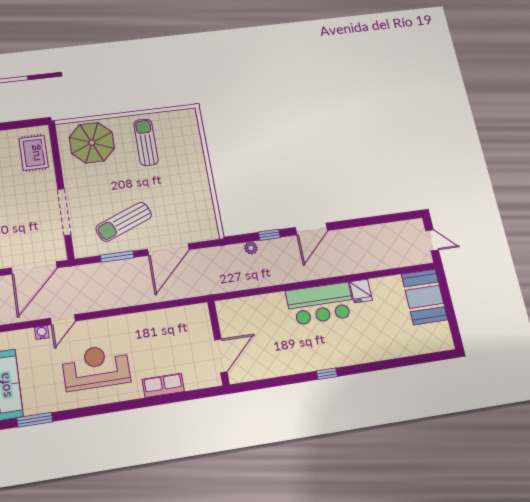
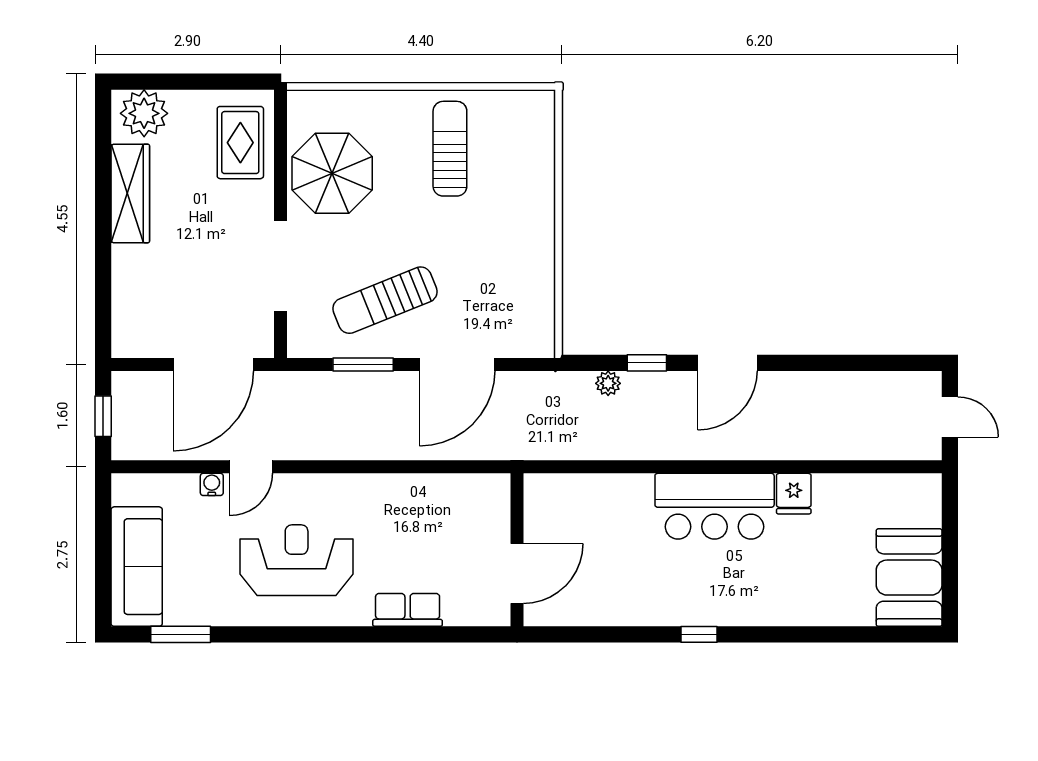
parasol: (92, 143) -> (332, 173), moved
booth: (424, 297) -> (909, 578), moved

